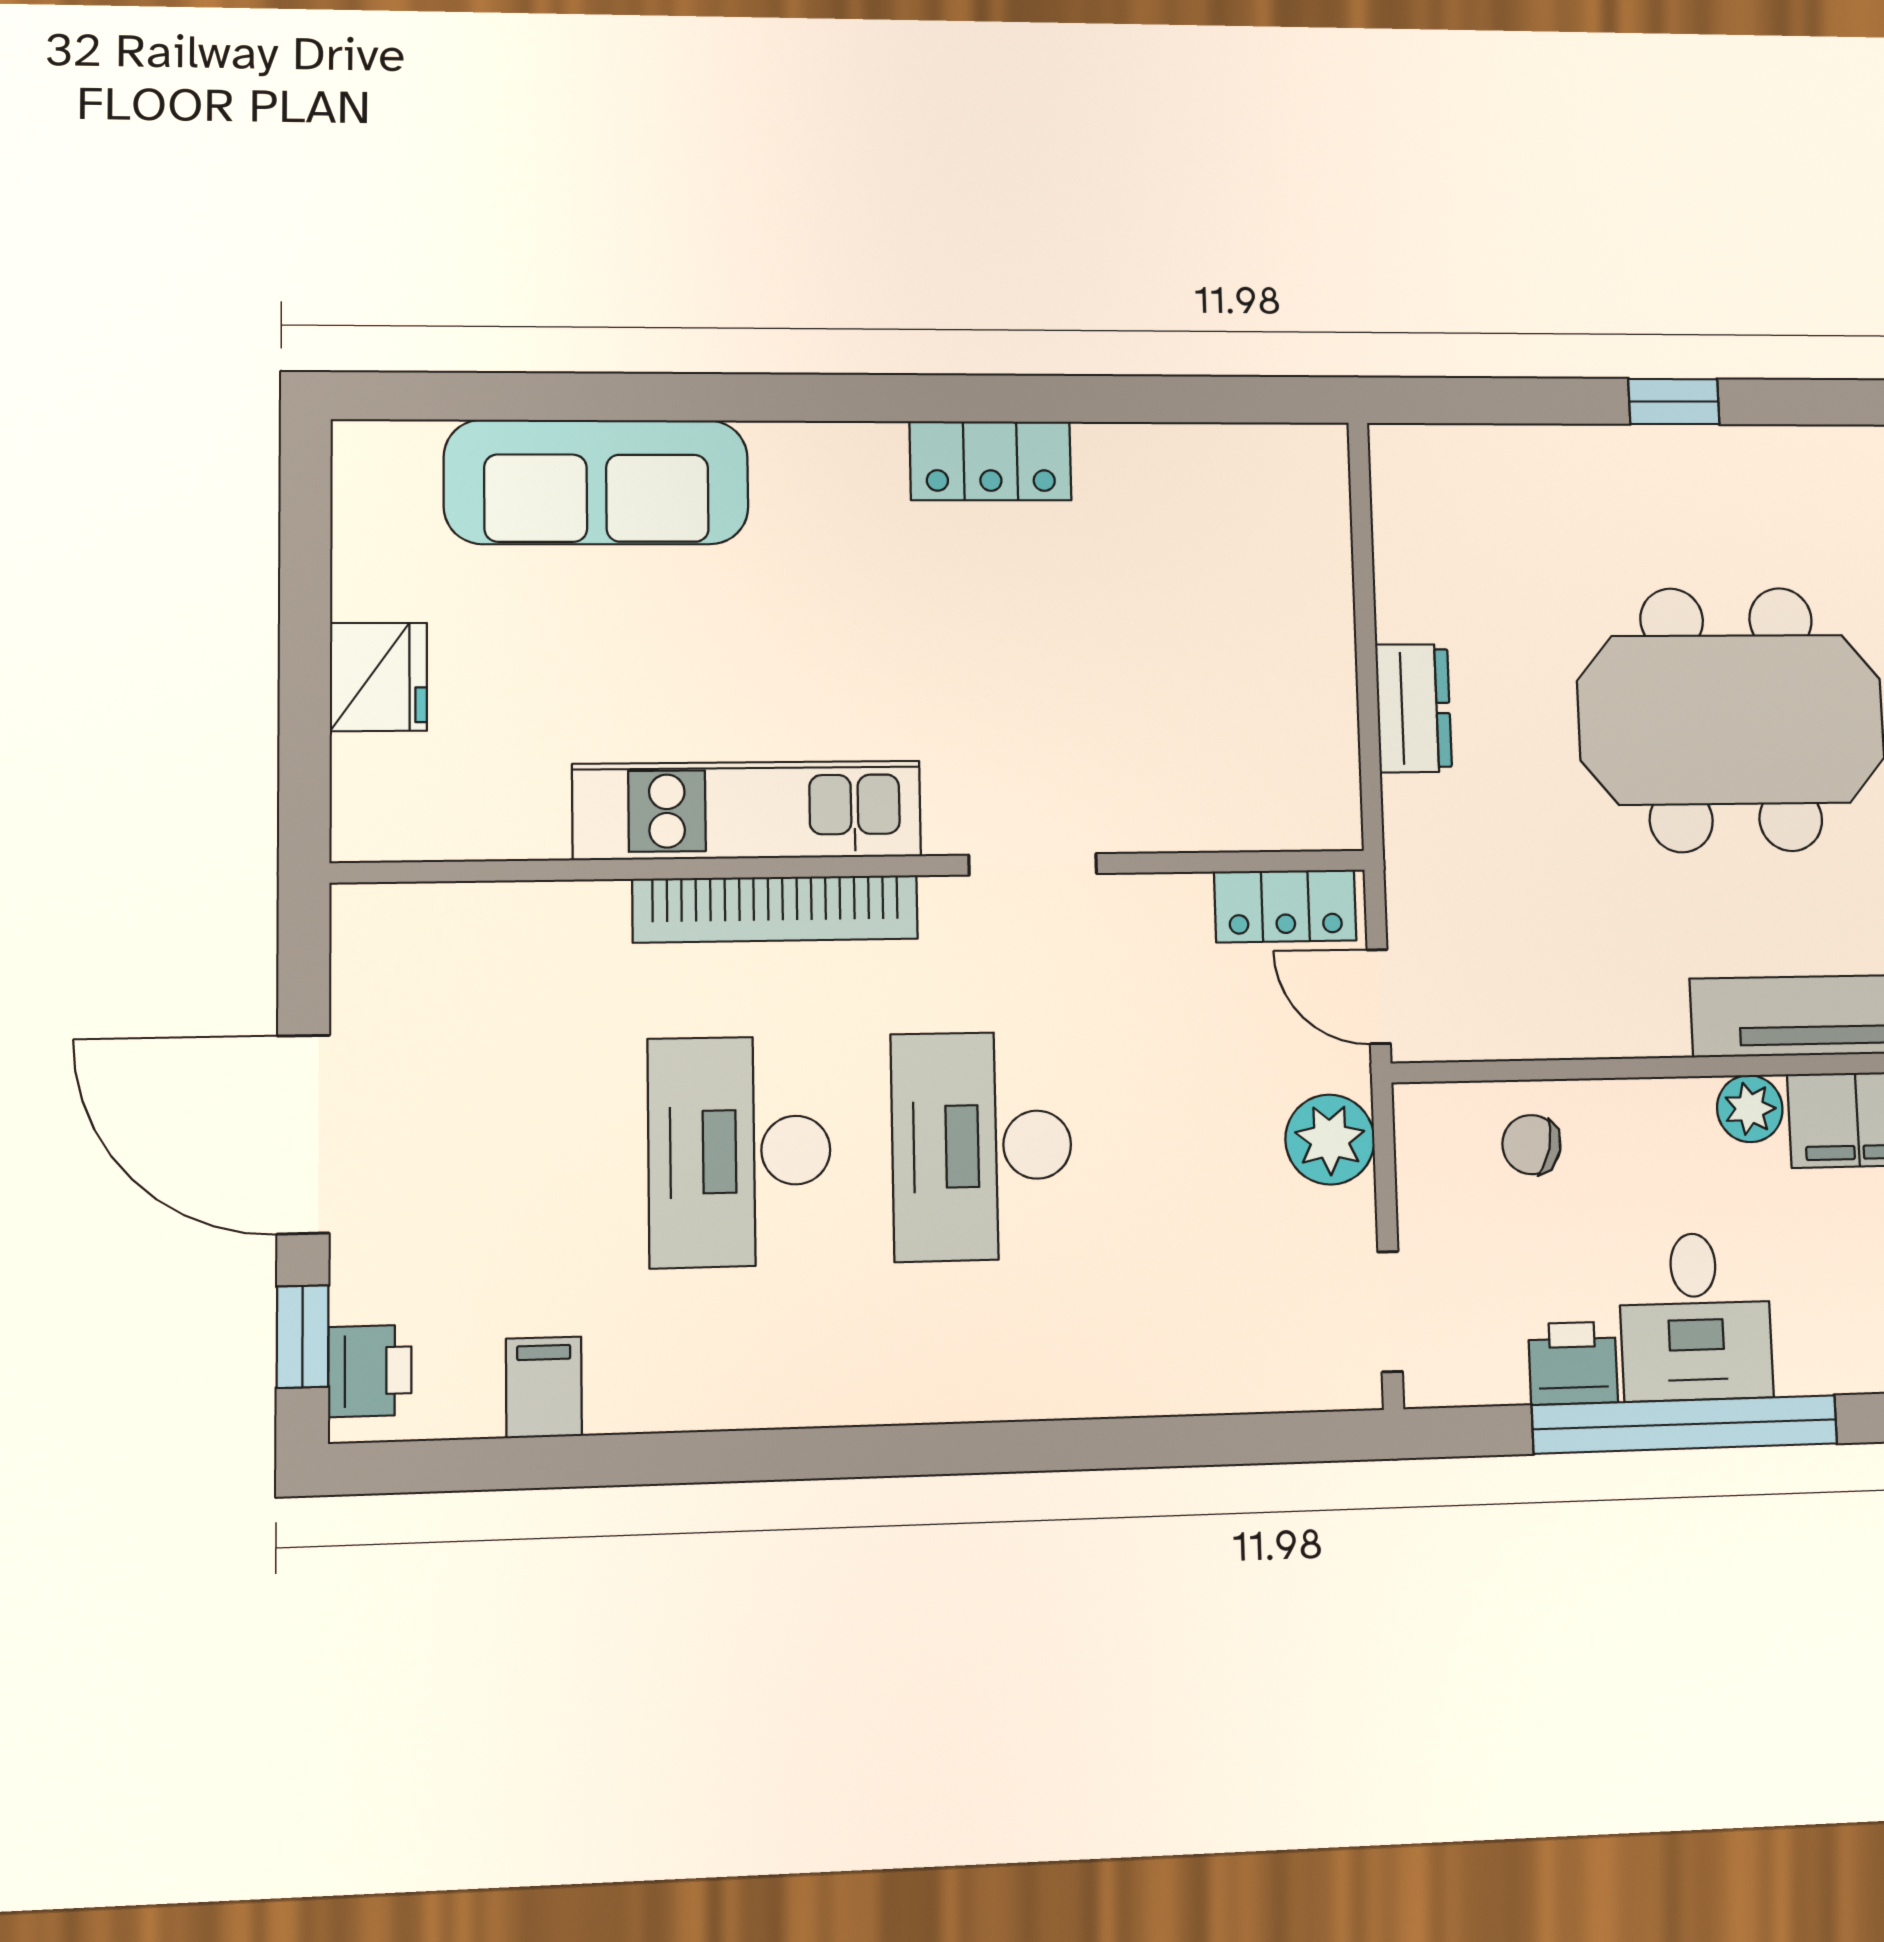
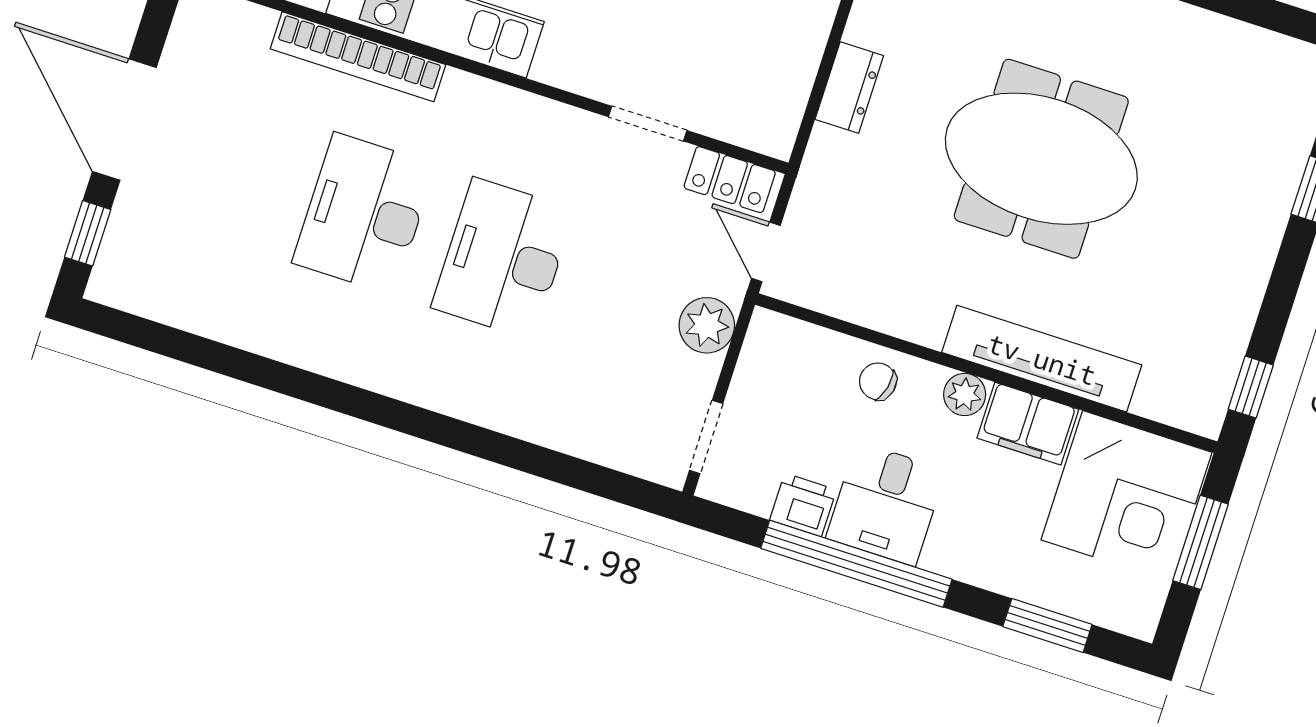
doorway: (1033, 864) -> (648, 124), moved
bookcase: (775, 909) -> (358, 57), moved
chair: (1531, 1145) -> (878, 381), moved
printer: (370, 1371) -> (118, 266), removed
filing cabinet: (544, 1387) -> (210, 309), removed

